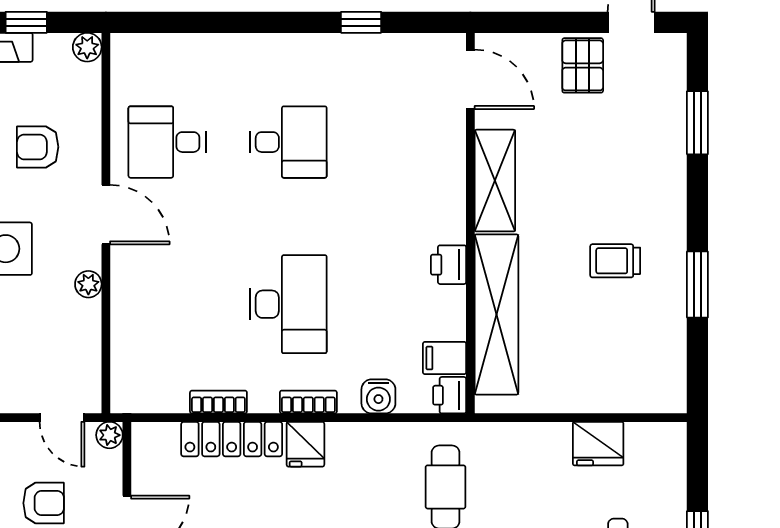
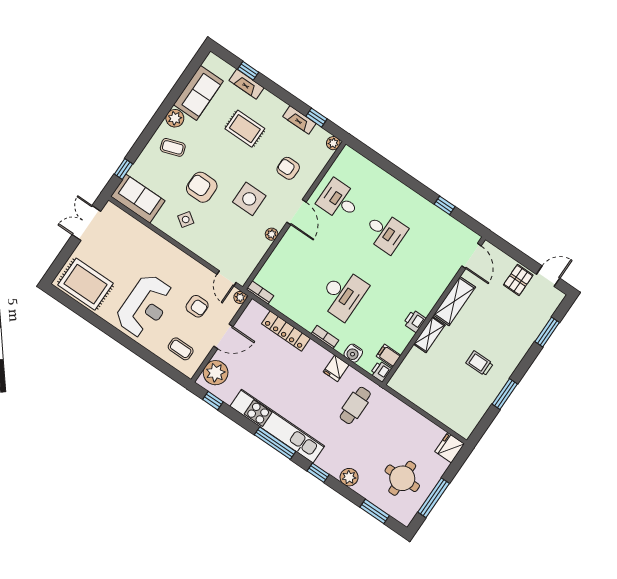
shelving: (496, 314) -> (429, 335), width x0.45, depth x0.75
bookcase: (218, 402) -> (260, 292), moved
fridge: (305, 444) -> (336, 368), moved
fridge: (598, 444) -> (450, 448), moved, turned 90

